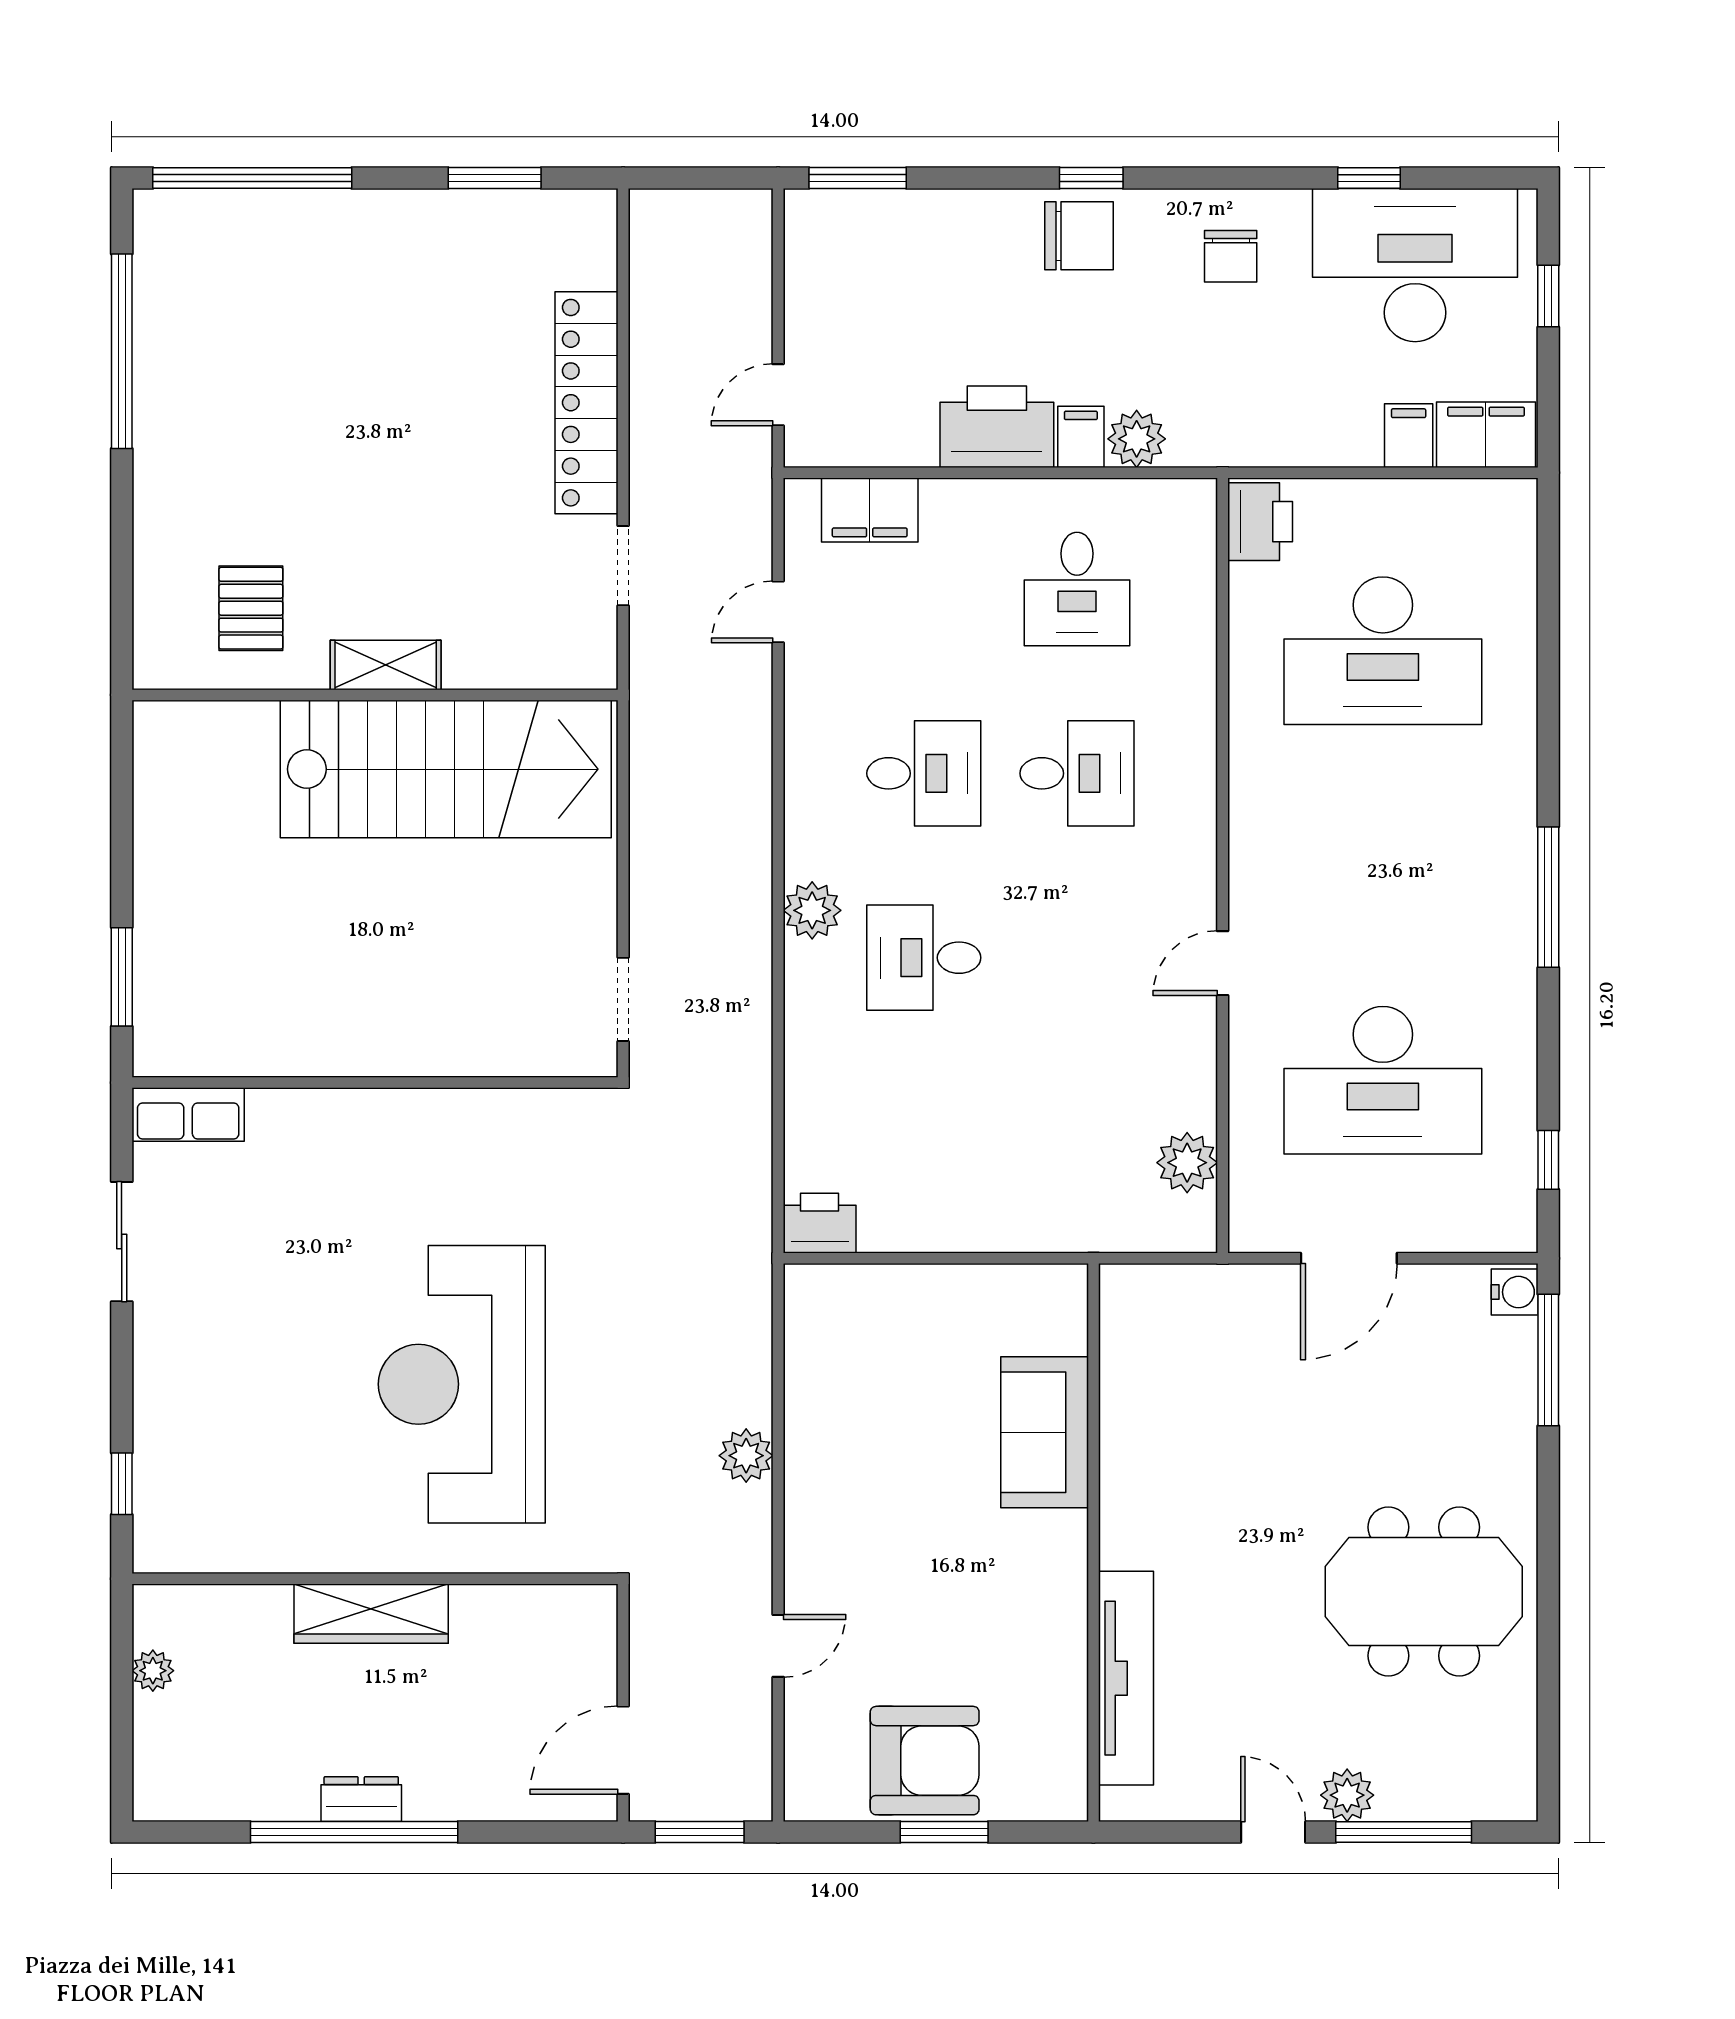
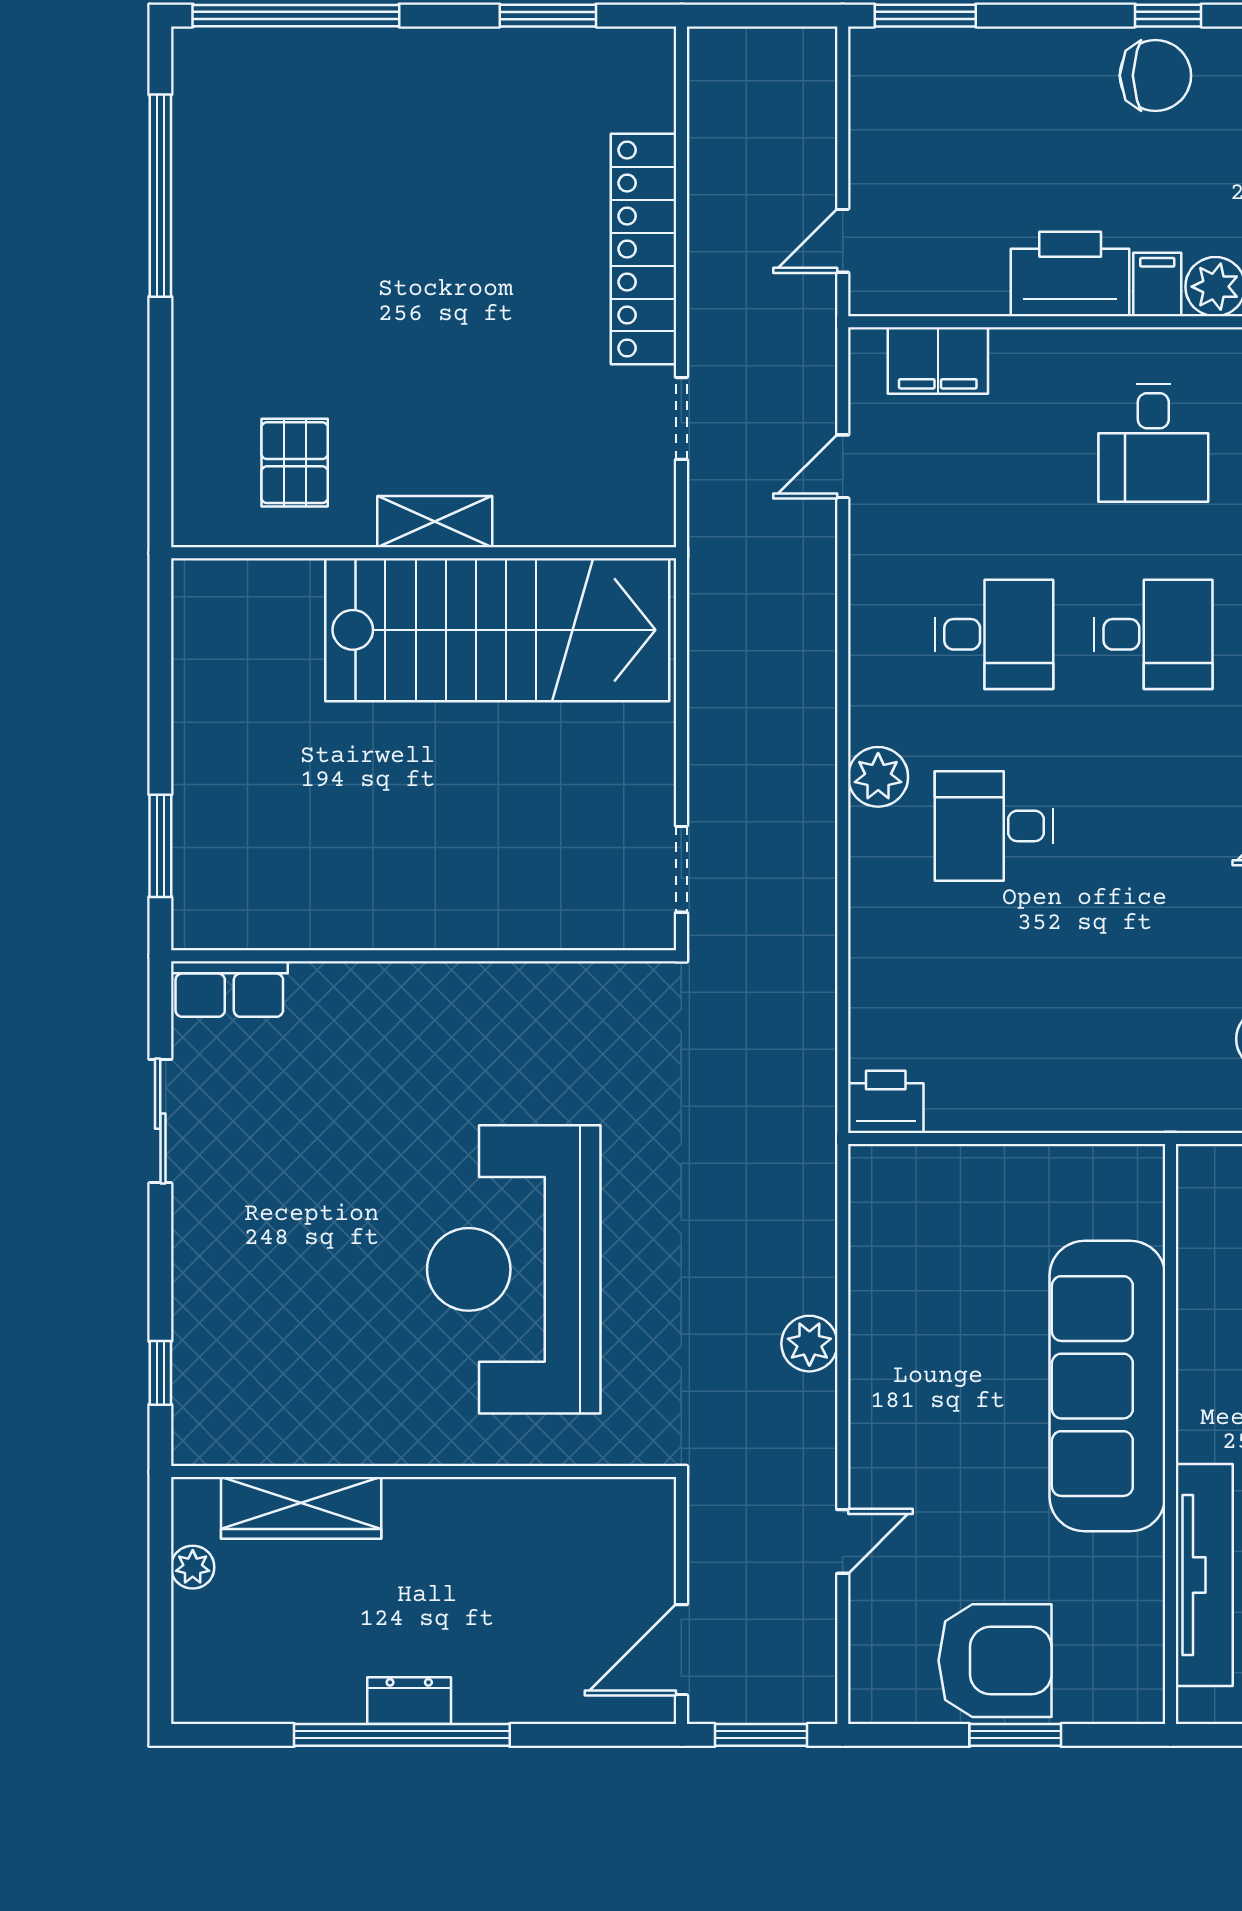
sofa: (1045, 1432) -> (1107, 1386), width x1.85, depth x1.27
wardrobe: (371, 1614) -> (301, 1508), moved

